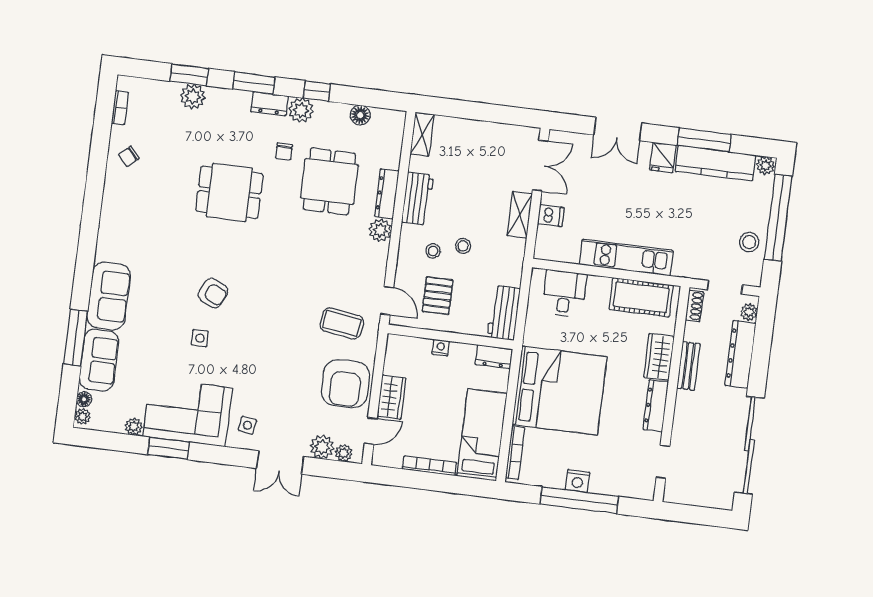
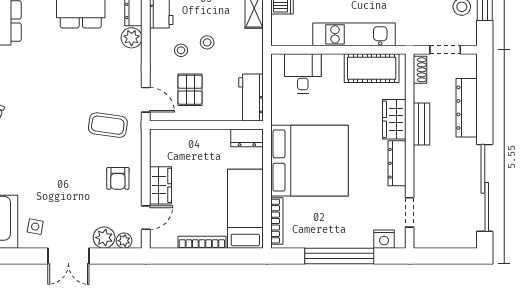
plant: (749, 312) -> (469, 69), removed
nightstand: (441, 348) -> (199, 136), removed
armchair: (346, 384) -> (118, 178), width x0.53, depth x0.53
nightstand: (577, 481) -> (384, 239), moved

